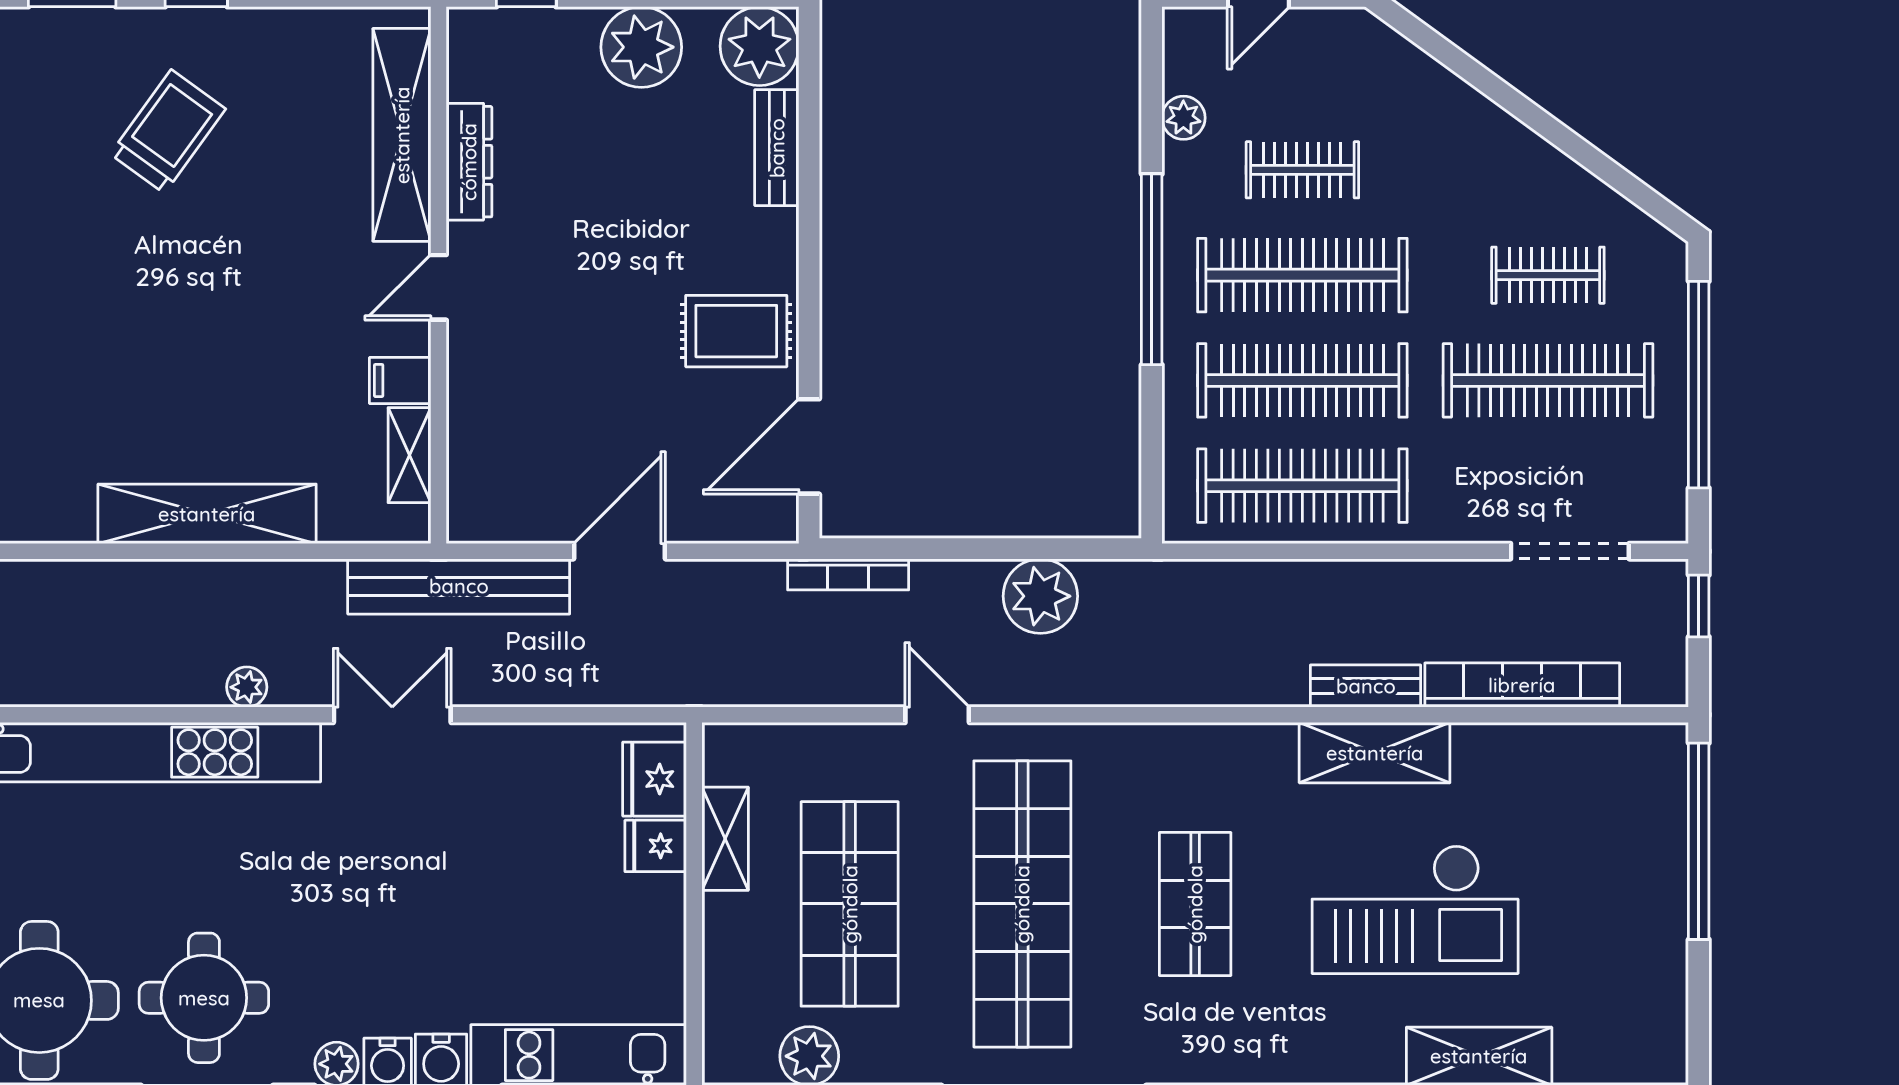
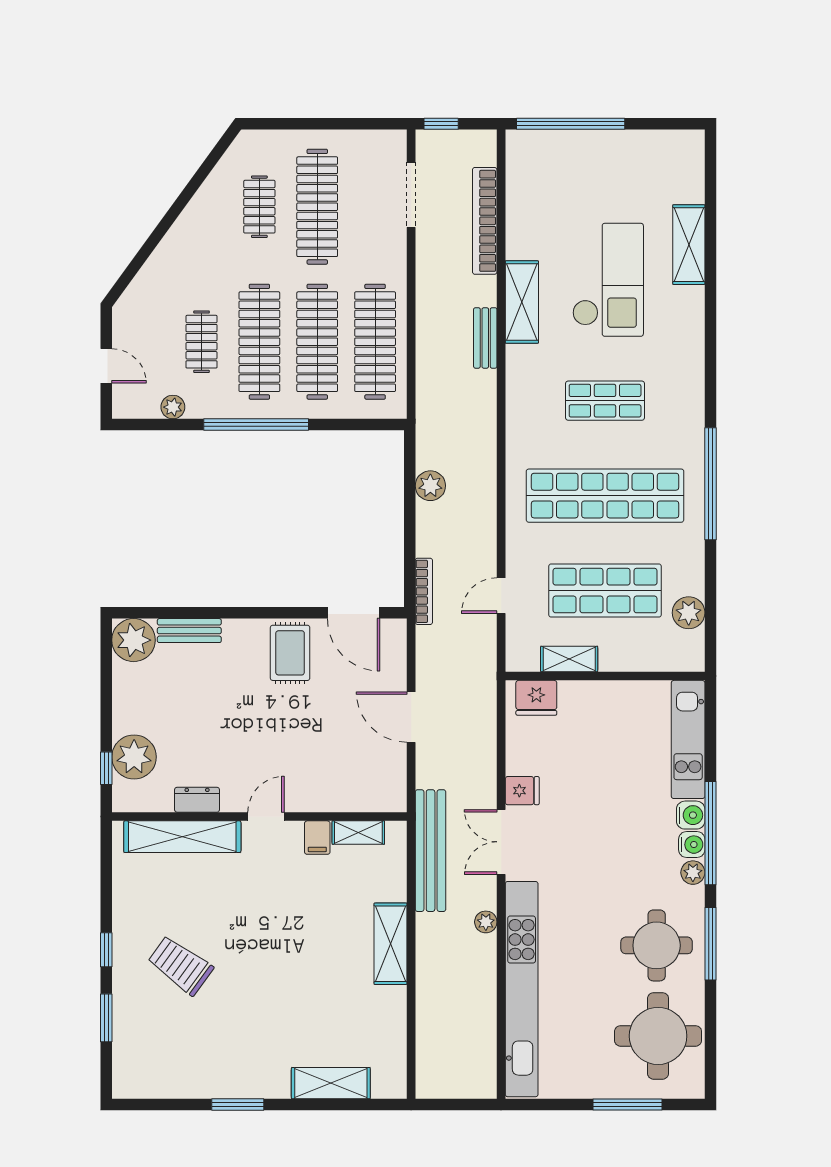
plant: (641, 47) -> (134, 757), moved
dresser: (469, 162) -> (197, 800), width x0.70
door: (438, 287) -> (266, 817), swing flipped
window: (1699, 385) -> (320, 124), removed
shelving: (207, 514) -> (391, 944), width x0.68
bench: (459, 586) -> (431, 851), moved
plant: (1040, 596) -> (430, 486), width x0.73, depth x0.73
bench: (1366, 686) -> (485, 338), moved
door: (937, 715) -> (501, 596), moved
fridge: (656, 846) -> (522, 791), moved, turned -90

